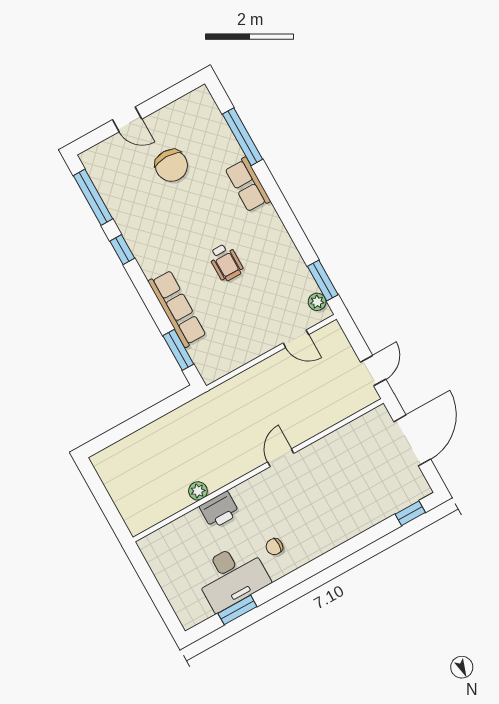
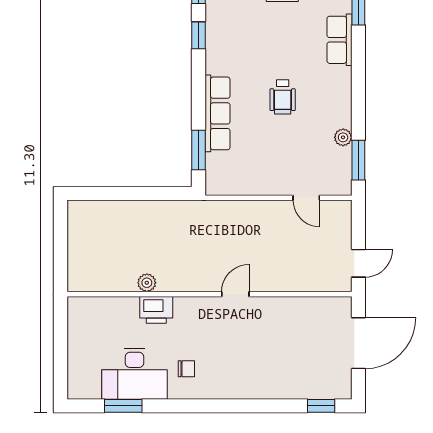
plant: (317, 302) -> (343, 137), moved
chair: (274, 547) -> (186, 369), turned 180

